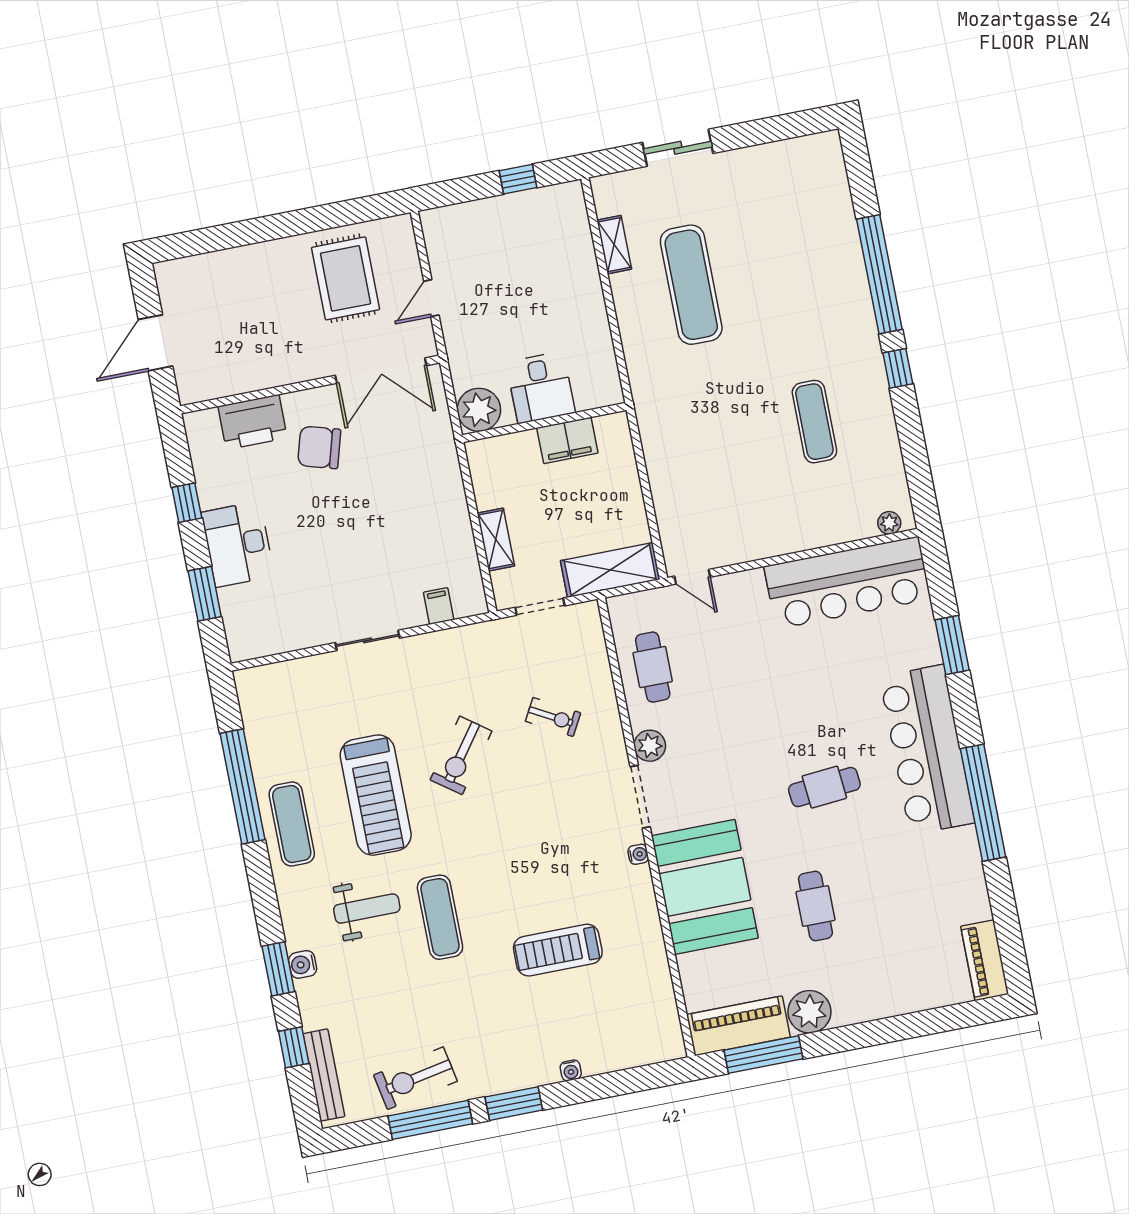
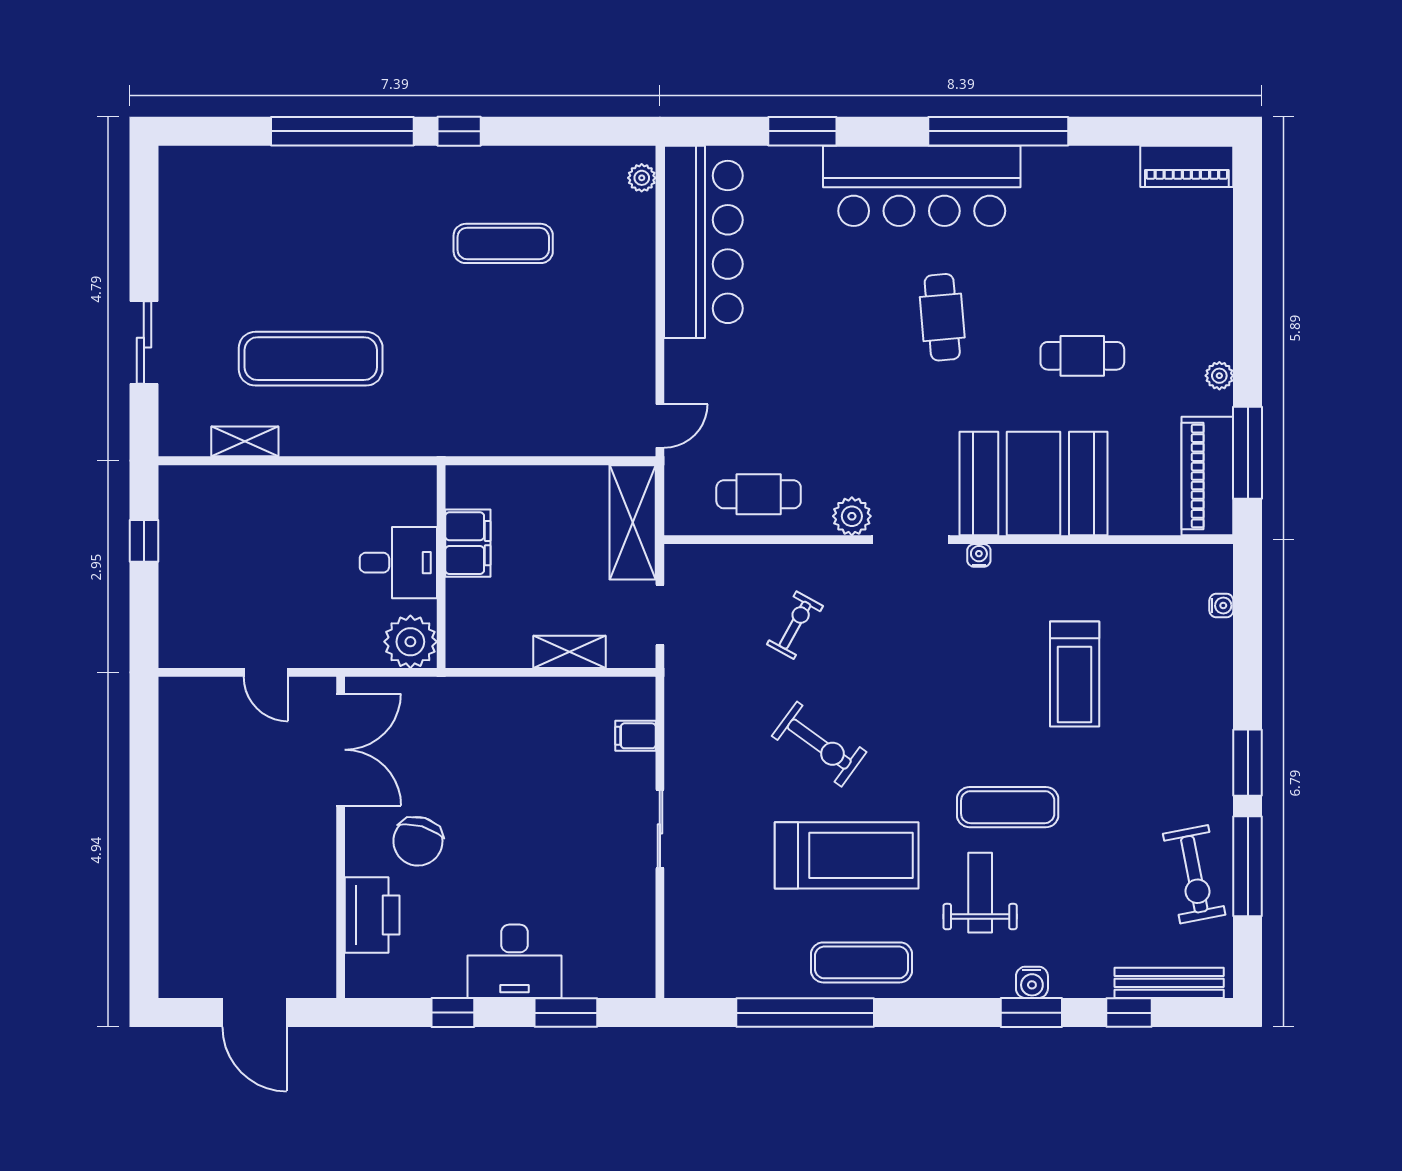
rug: (346, 278) -> (222, 770), removed
plant: (809, 1012) -> (1219, 376), width x0.53, depth x0.53
water cooler: (571, 1070) -> (1221, 606), moved

